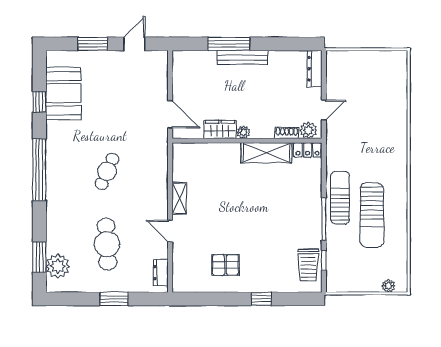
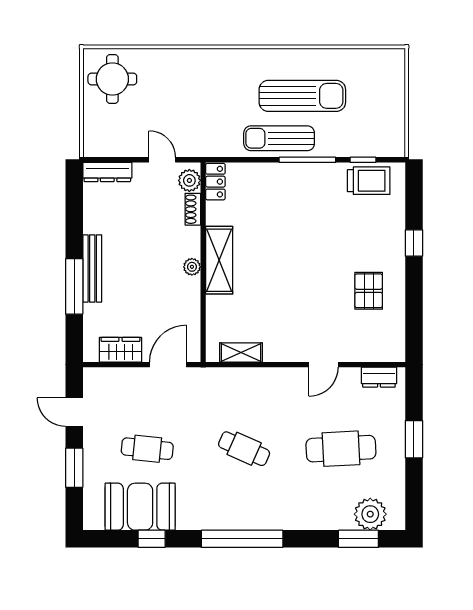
round table: (385, 73) -> (112, 79), added
cafe table: (107, 99) -> (147, 449), added
wardrobe: (220, 129) -> (121, 350), moved, turned 90
shelving: (266, 153) -> (219, 260), moved
shelving: (179, 198) -> (241, 352), moved
plant: (388, 286) -> (397, 74), removed

